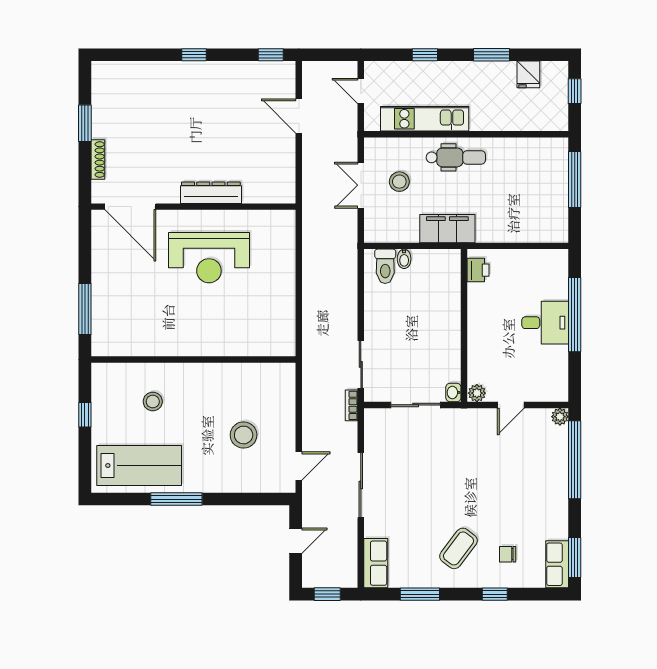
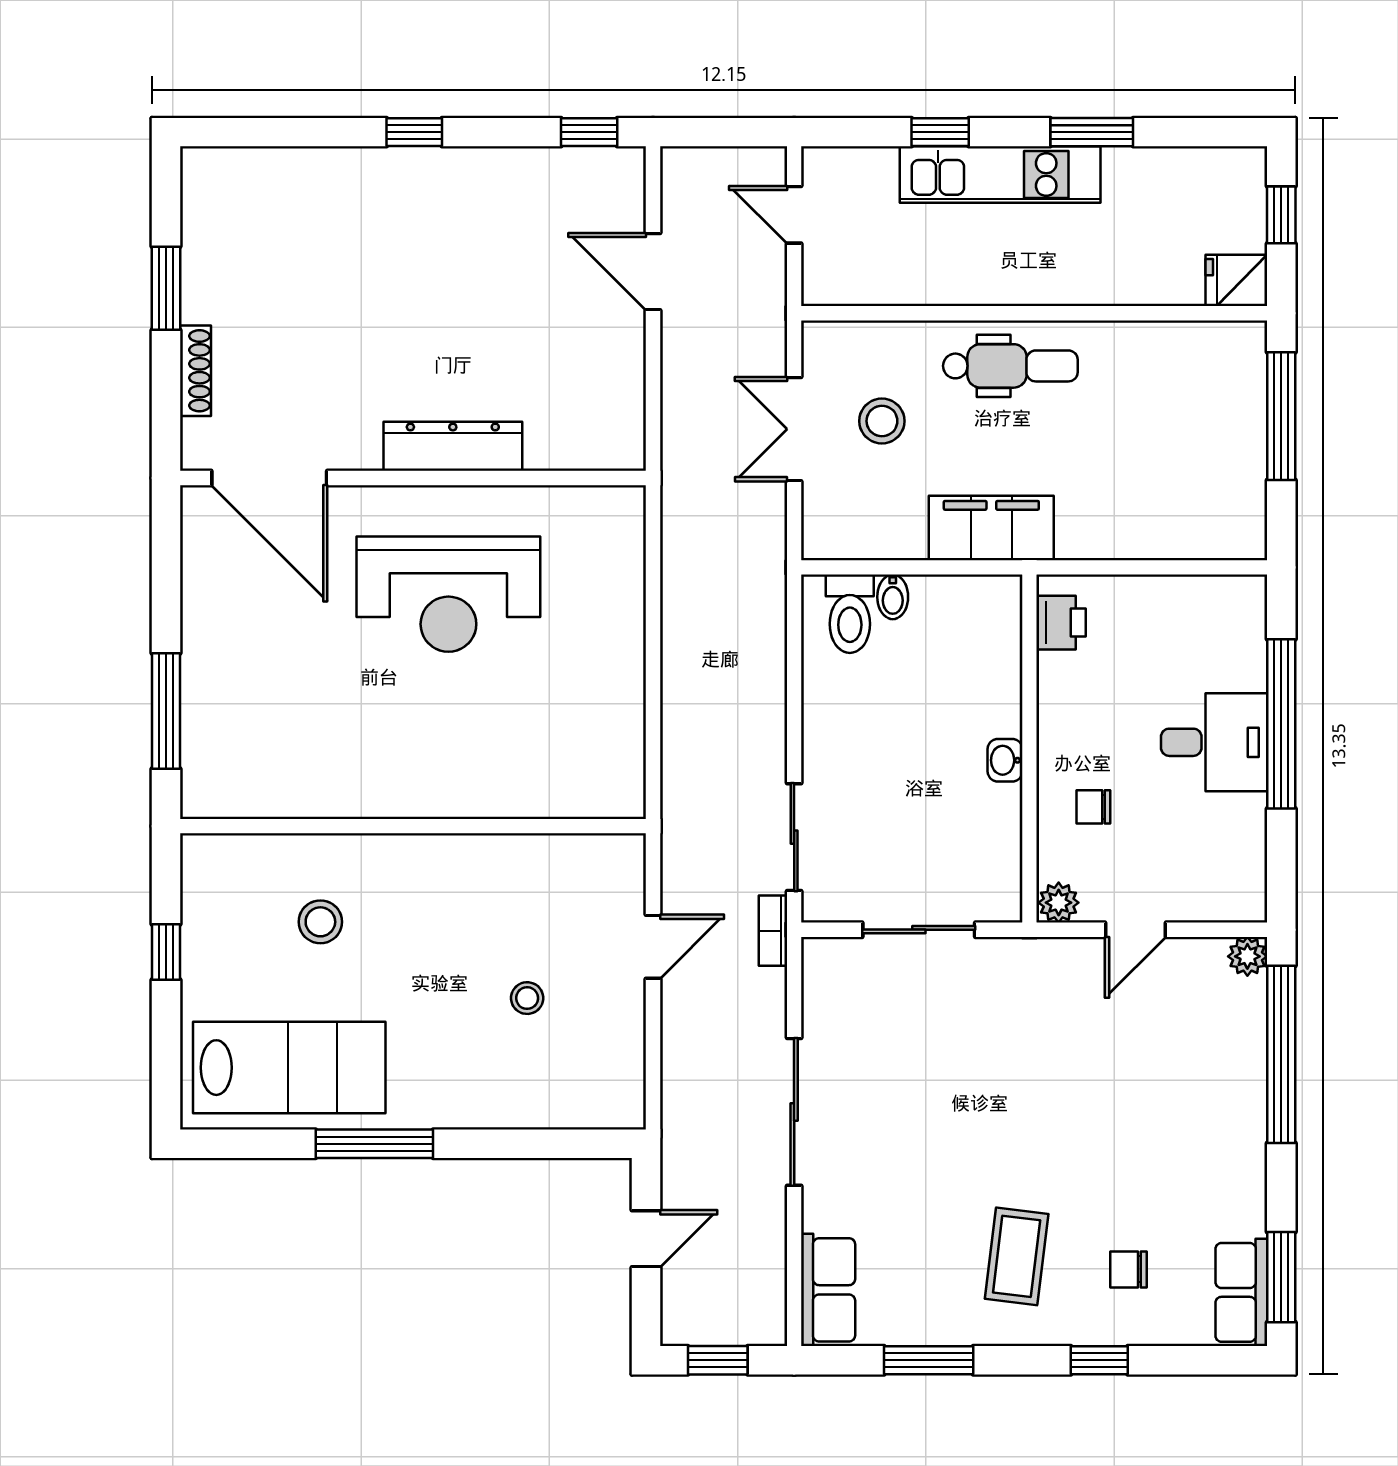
fridge: (528, 74) -> (1236, 280), moved, turned 90
kitchen unit: (425, 119) -> (1000, 175), moved, turned 180
chair: (492, 351) -> (1093, 807), added
washbasin: (453, 392) -> (1005, 760), moved
stool: (244, 435) -> (527, 998), width x0.53, depth x0.53
door: (299, 466) -> (653, 947), moved
coffee table: (458, 548) -> (1017, 1256), turned -30

